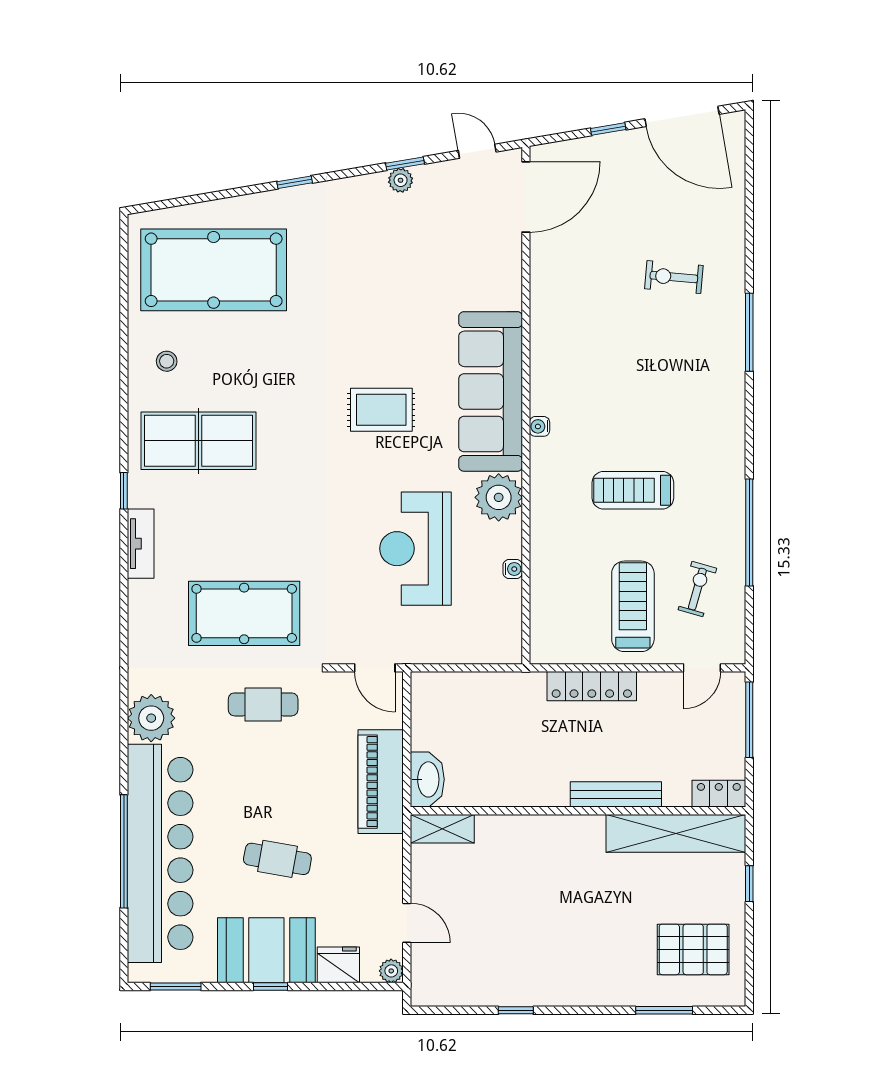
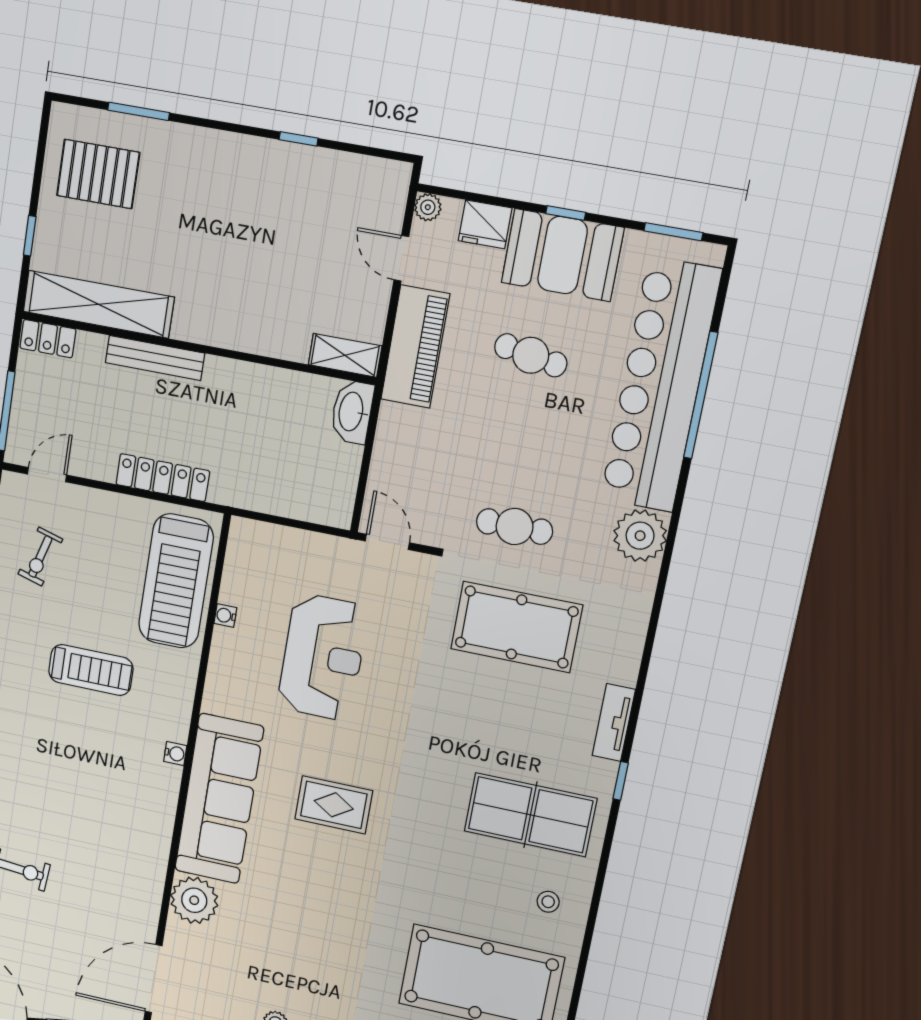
plant: (499, 497) -> (194, 900), moved
treadmill: (633, 606) -> (176, 581), moved, width x1.37, depth x1.38
piano: (381, 782) -> (415, 347), moved

